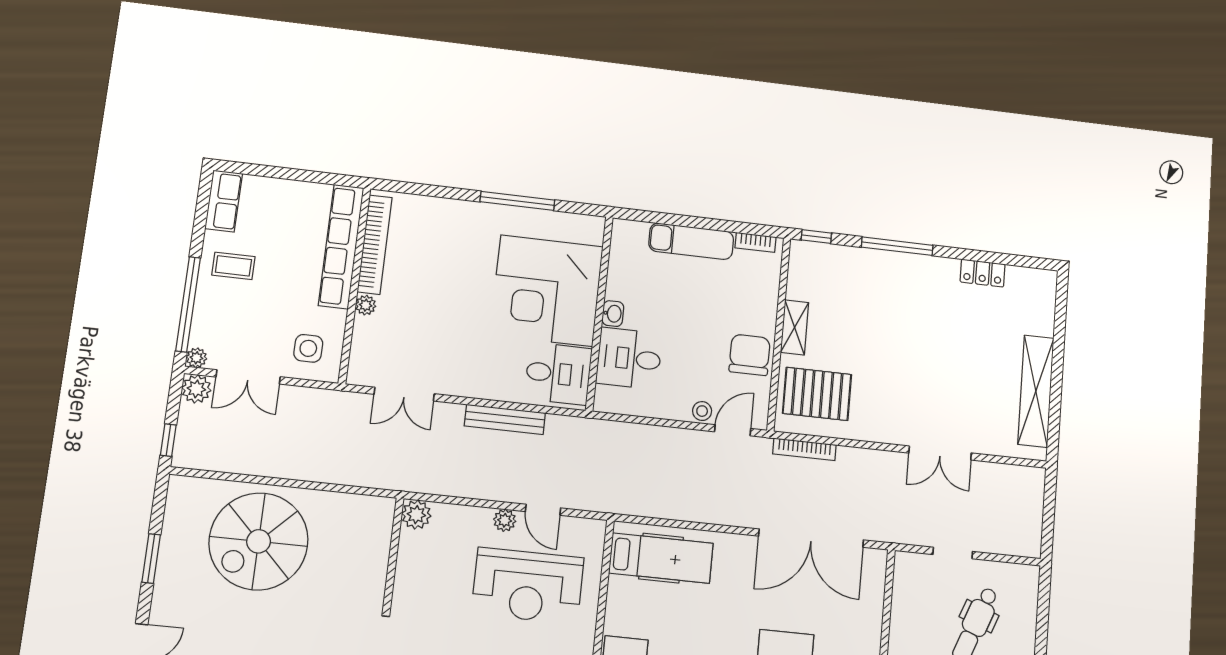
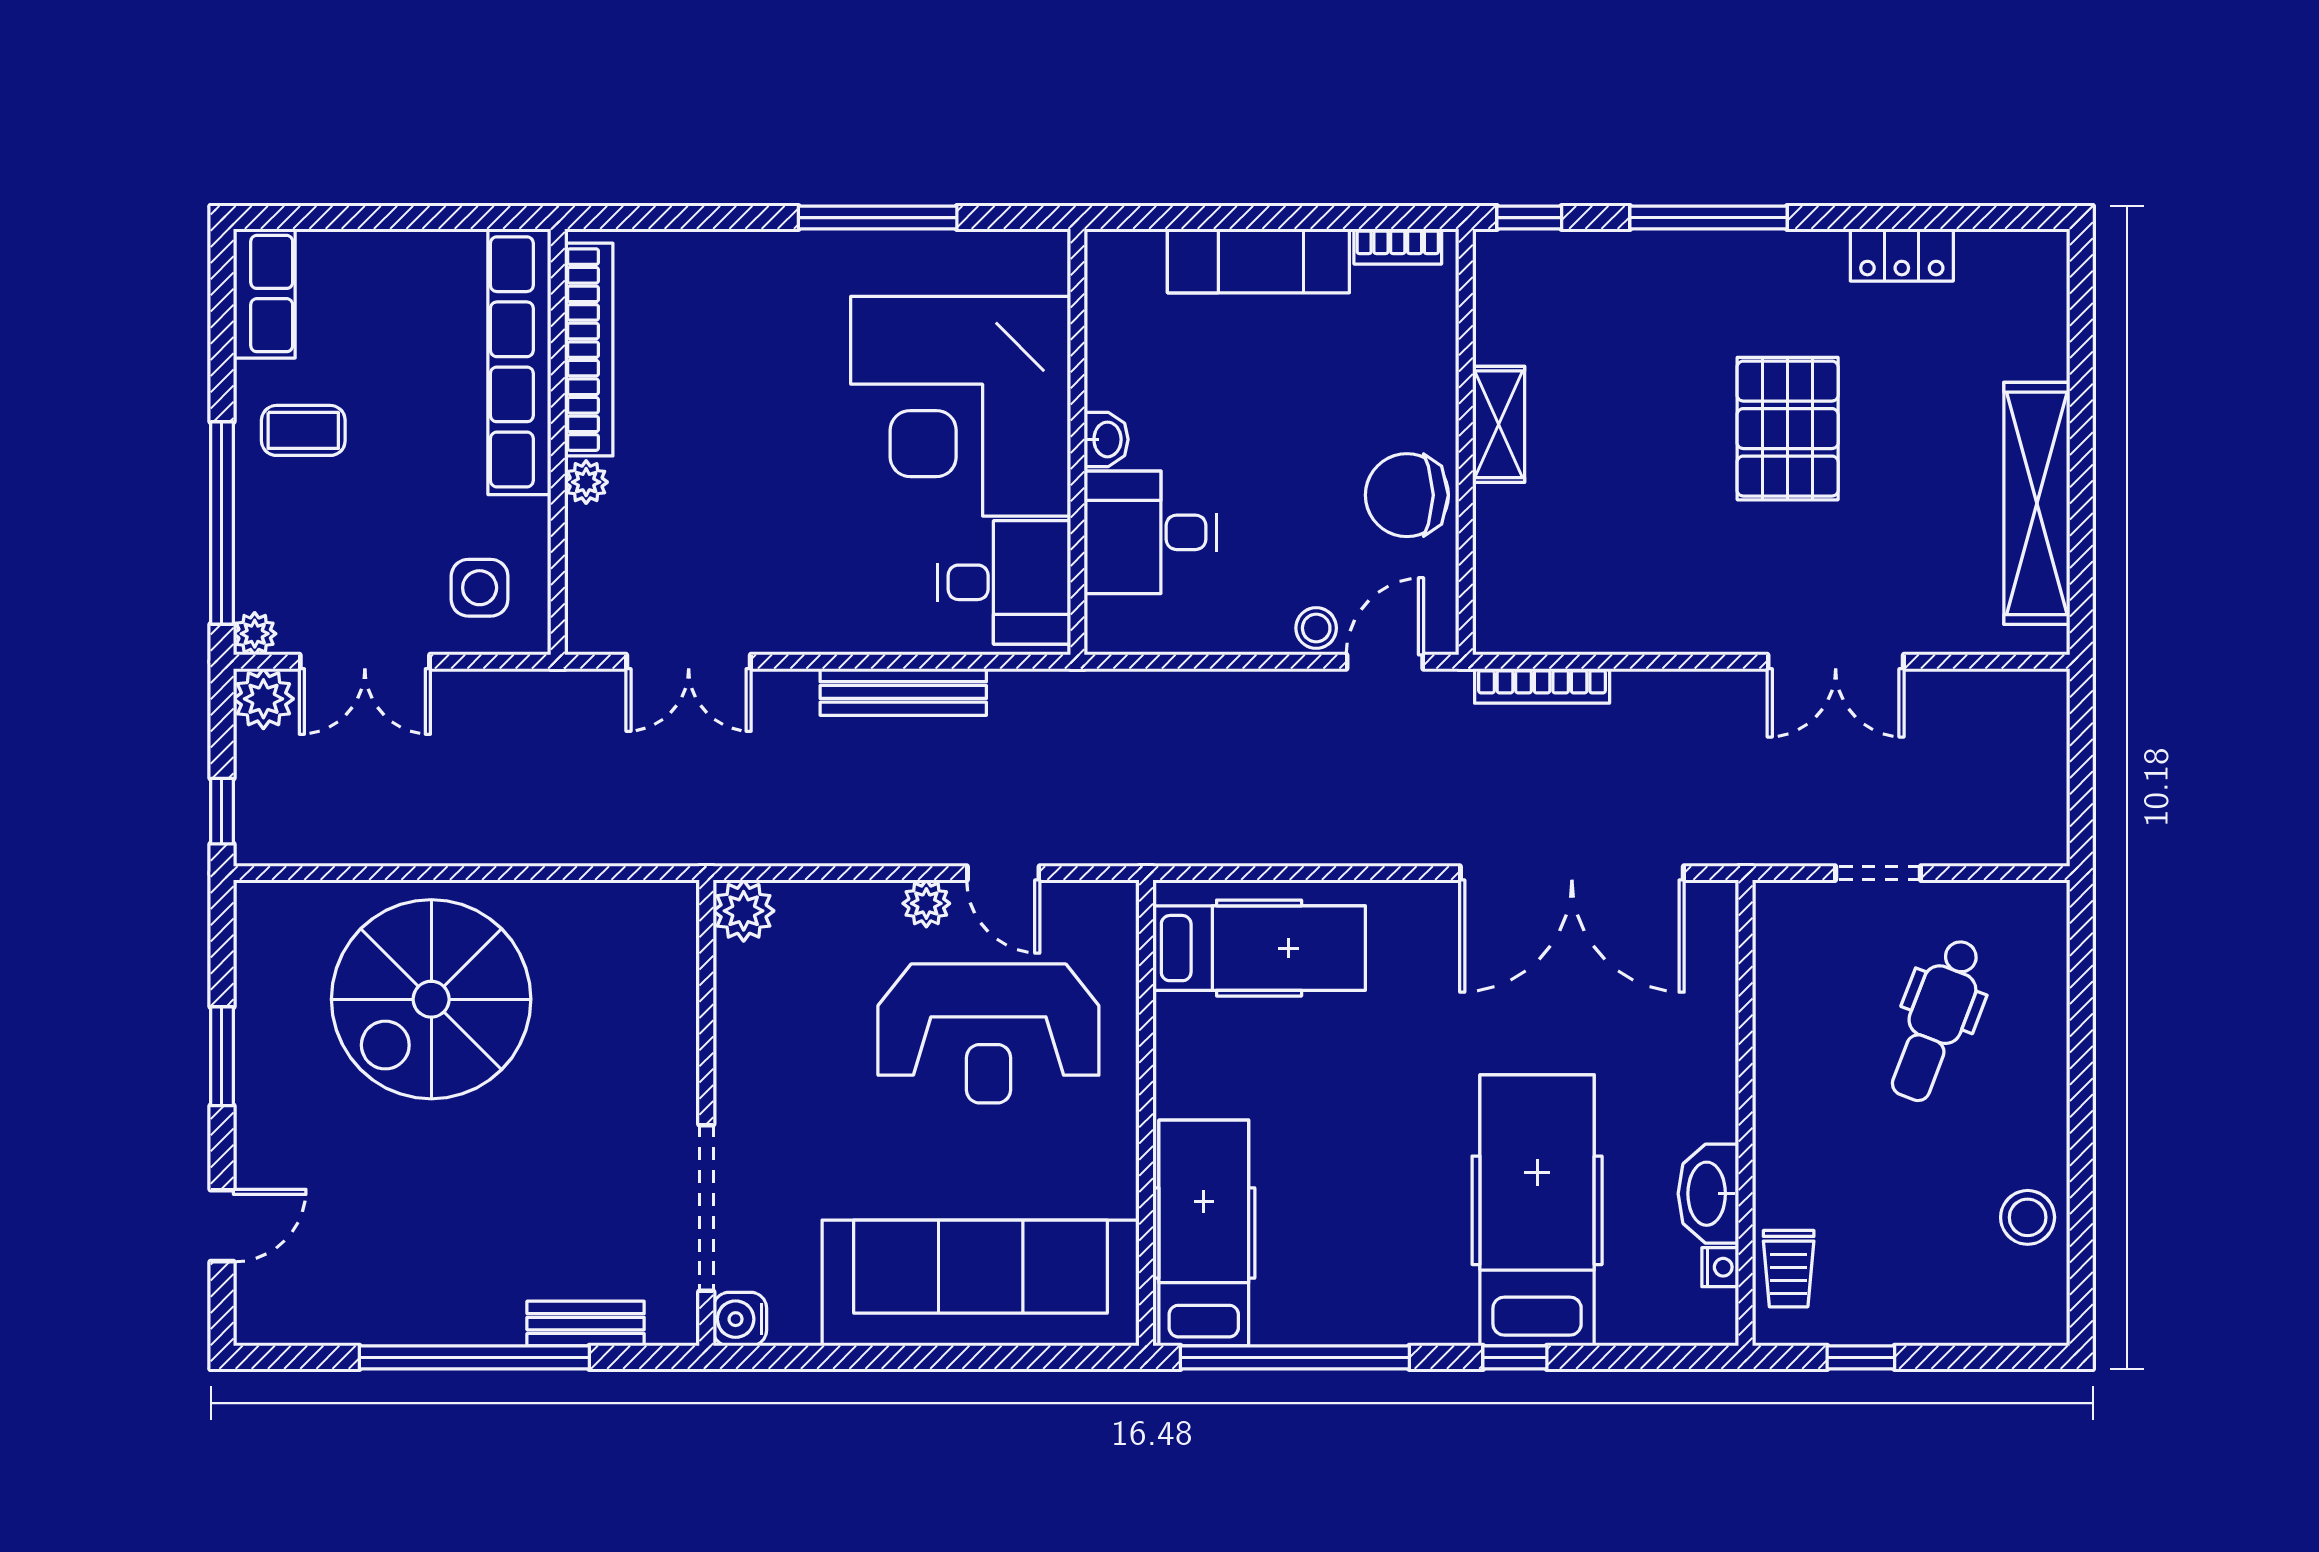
chair: (750, 355) -> (1407, 495), turned -90
pallet: (817, 394) -> (1788, 429), moved, turned 90

